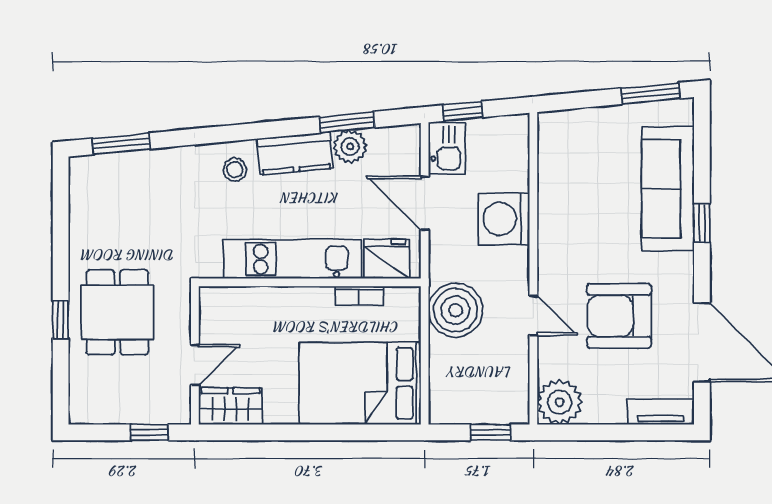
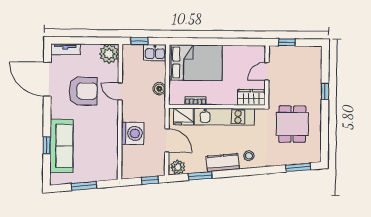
window: (650, 93) -> (84, 186), moved
plant: (350, 146) -> (178, 167), moved
kitchen sink: (447, 148) -> (155, 53), moved, turned -90
window: (702, 223) -> (47, 145), moved
boiler: (455, 310) -> (159, 89), width x0.54, depth x0.54
dining table: (117, 312) -> (292, 124), moved
wardrobe: (230, 406) -> (251, 97), moved, turned 180

